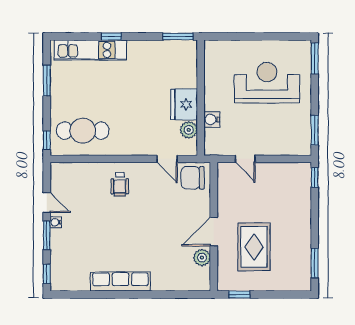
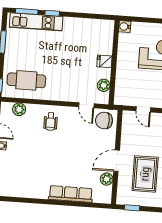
window: (178, 36) -> (27, 11), moved
fridge: (184, 104) -> (104, 61), width x0.53, depth x0.75
water cooler: (212, 119) -> (125, 27), moved
plant: (76, 171) -> (19, 109), added
row of seats: (120, 282) -> (71, 194), moved

